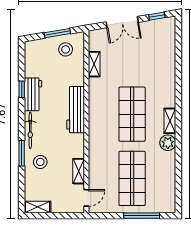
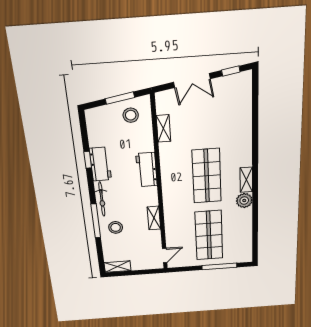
workbench: (76, 110) -> (147, 170), width x0.73
window: (22, 153) -> (96, 221), width x1.44
shelving: (79, 171) -> (154, 218), moved

